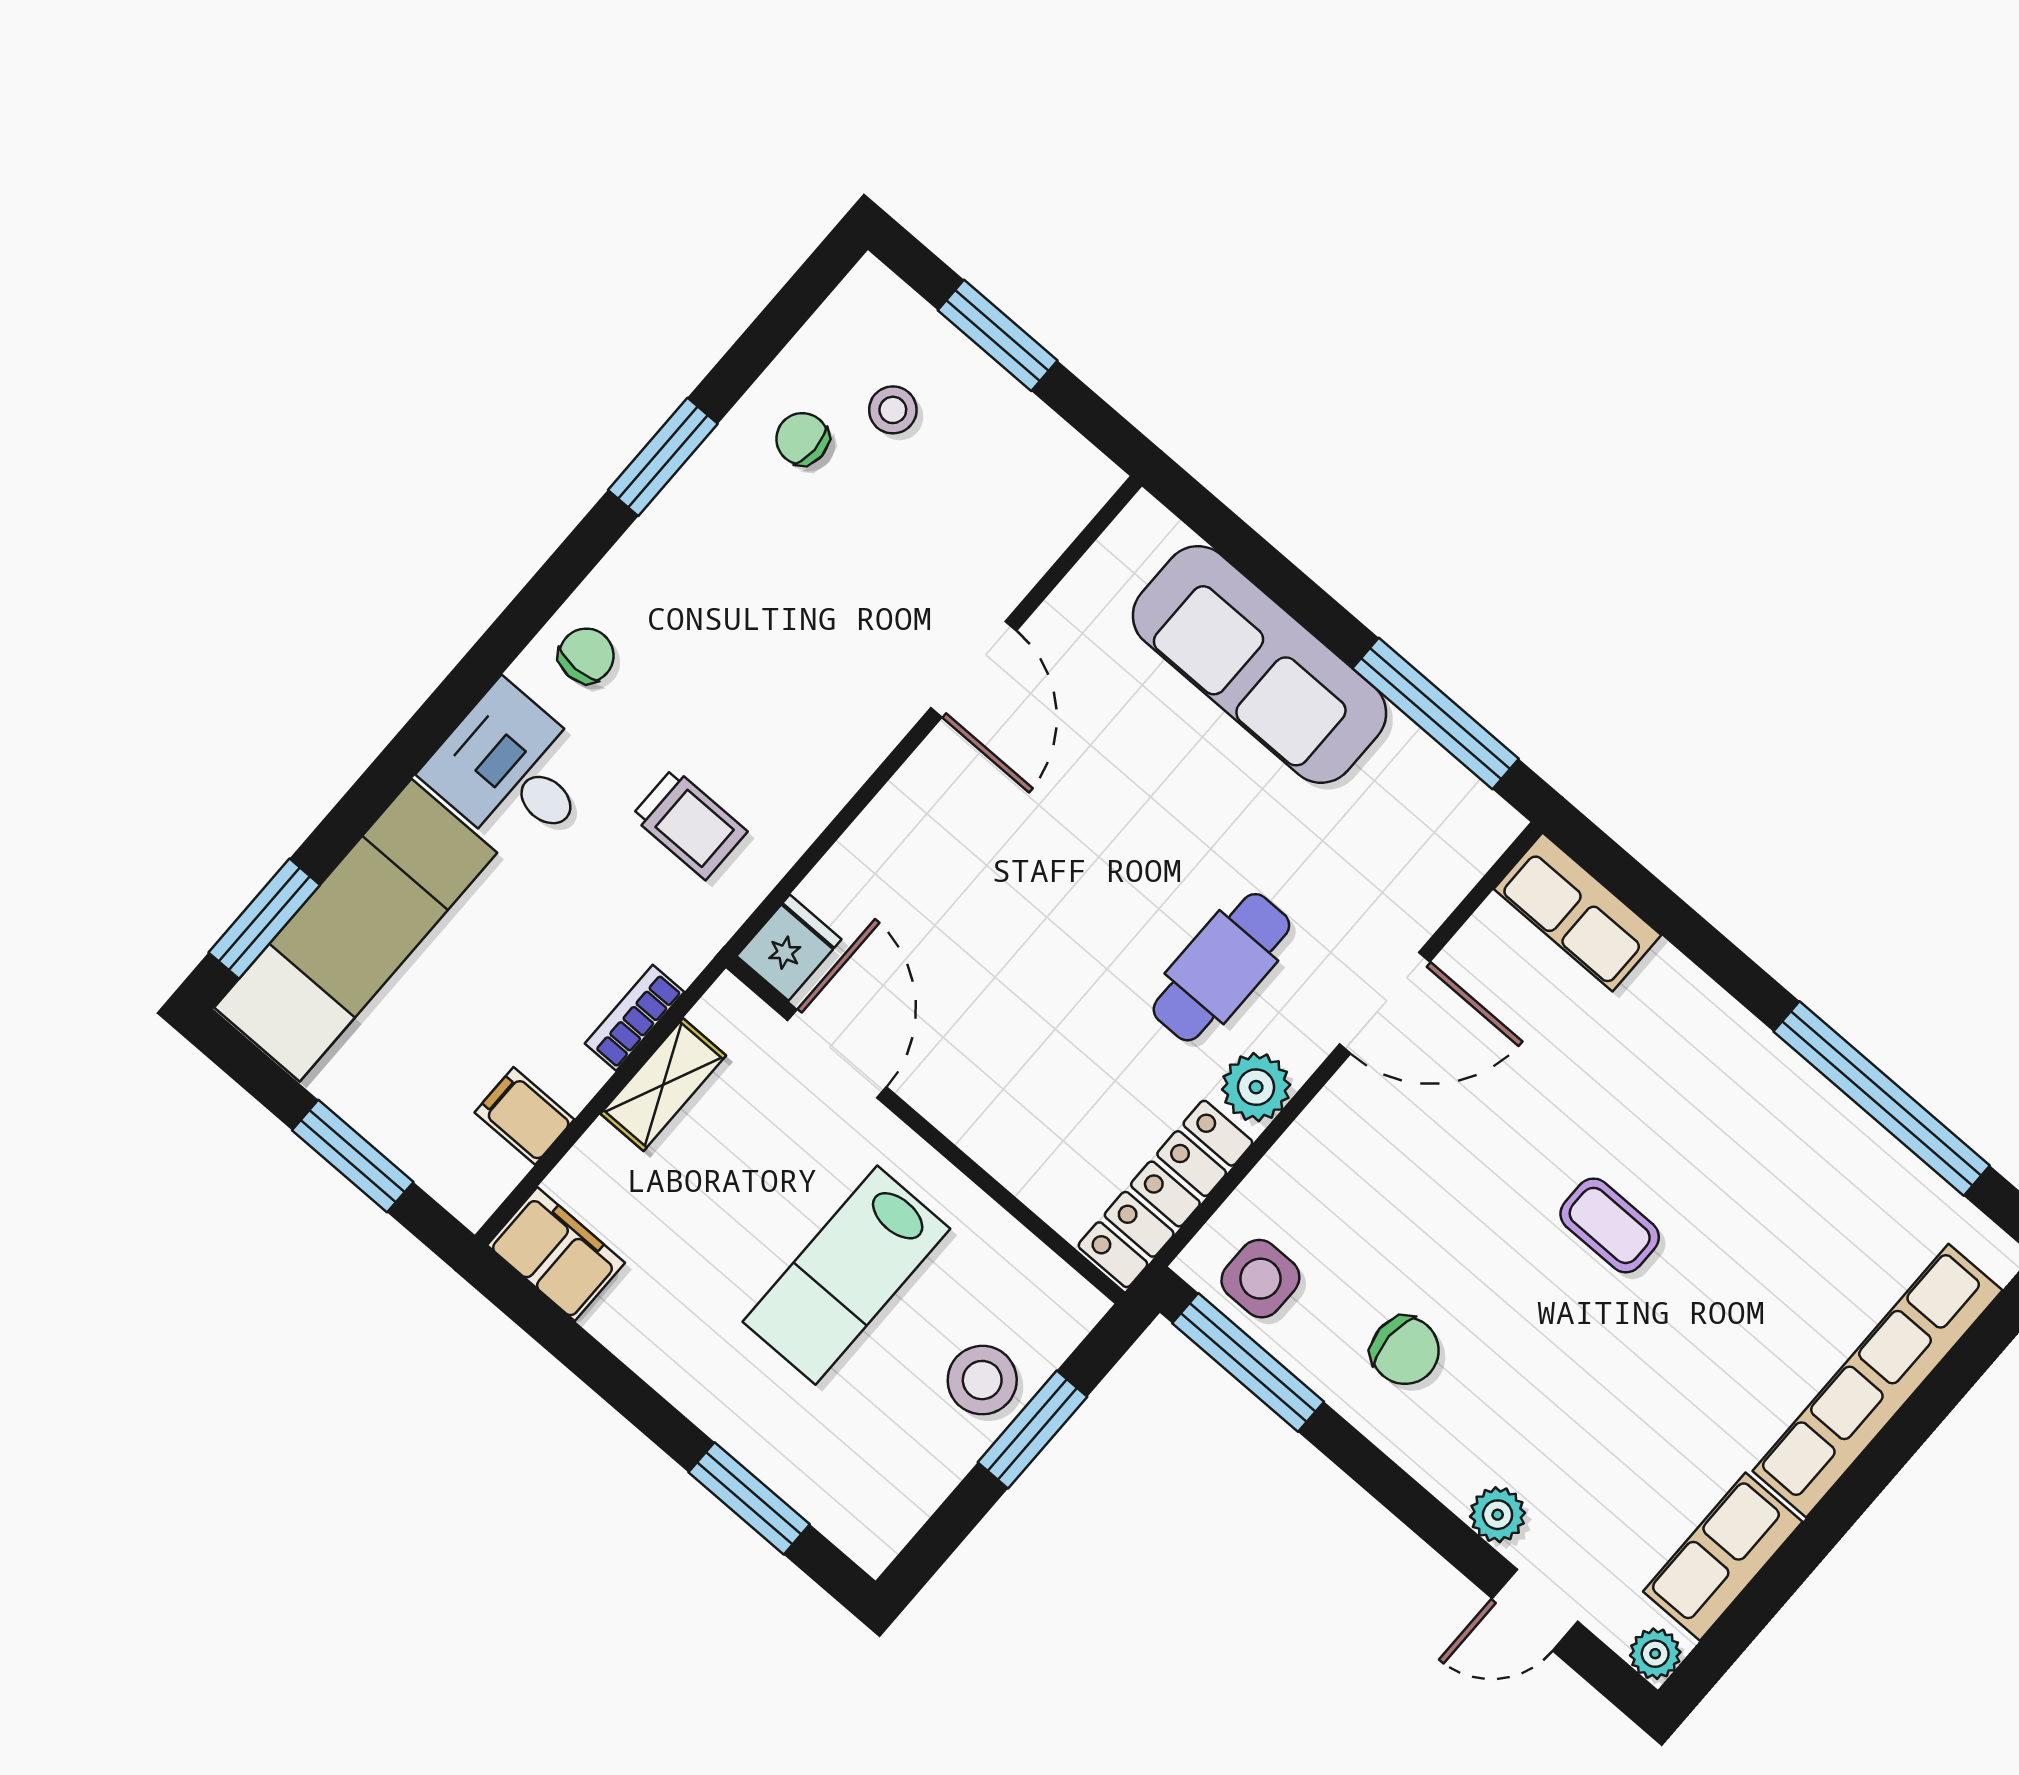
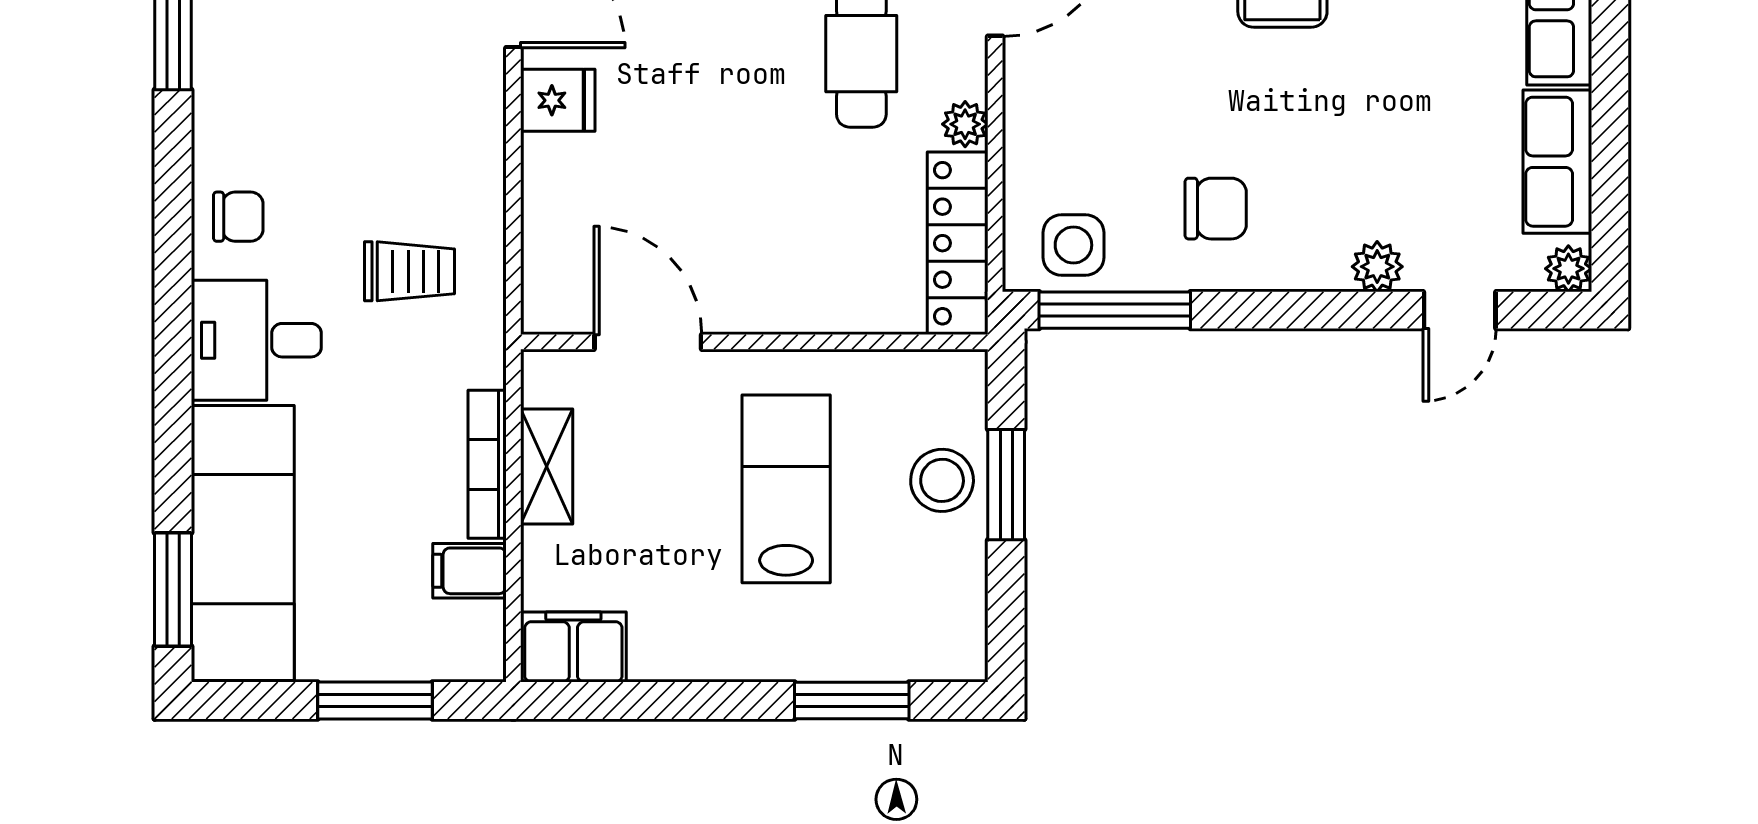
chair: (586, 656) -> (238, 217), turned 90
fridge: (789, 948) -> (558, 100), moved, turned 90
bookcase: (634, 1018) -> (487, 464), width x1.56
plant: (1256, 1087) -> (965, 124), width x0.73, depth x0.73
lab bench: (846, 1275) -> (786, 489), turned 180

